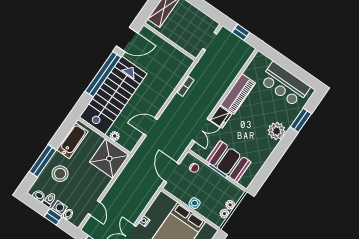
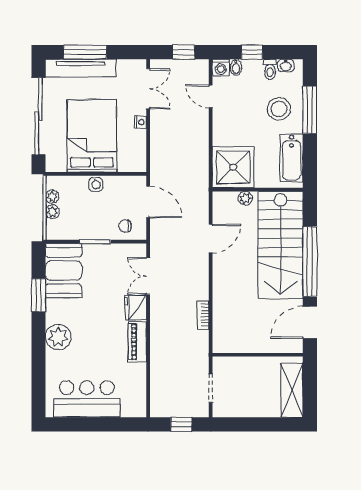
piano: (238, 94) -> (137, 342), width x0.73, depth x0.75
window: (301, 120) -> (38, 295), moved
booth: (228, 161) -> (64, 271), moved, turned 90
washing machine: (59, 208) -> (221, 67), moved

